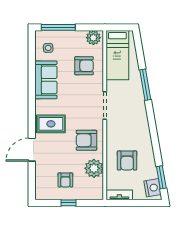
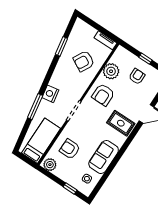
window: (58, 27) -> (70, 189), width x0.46
armchair: (86, 140) -> (103, 95), turned 90
armchair: (127, 160) -> (84, 61), turned -152
window: (161, 177) -> (61, 46), moved
nightstand: (153, 188) -> (50, 94), moved

